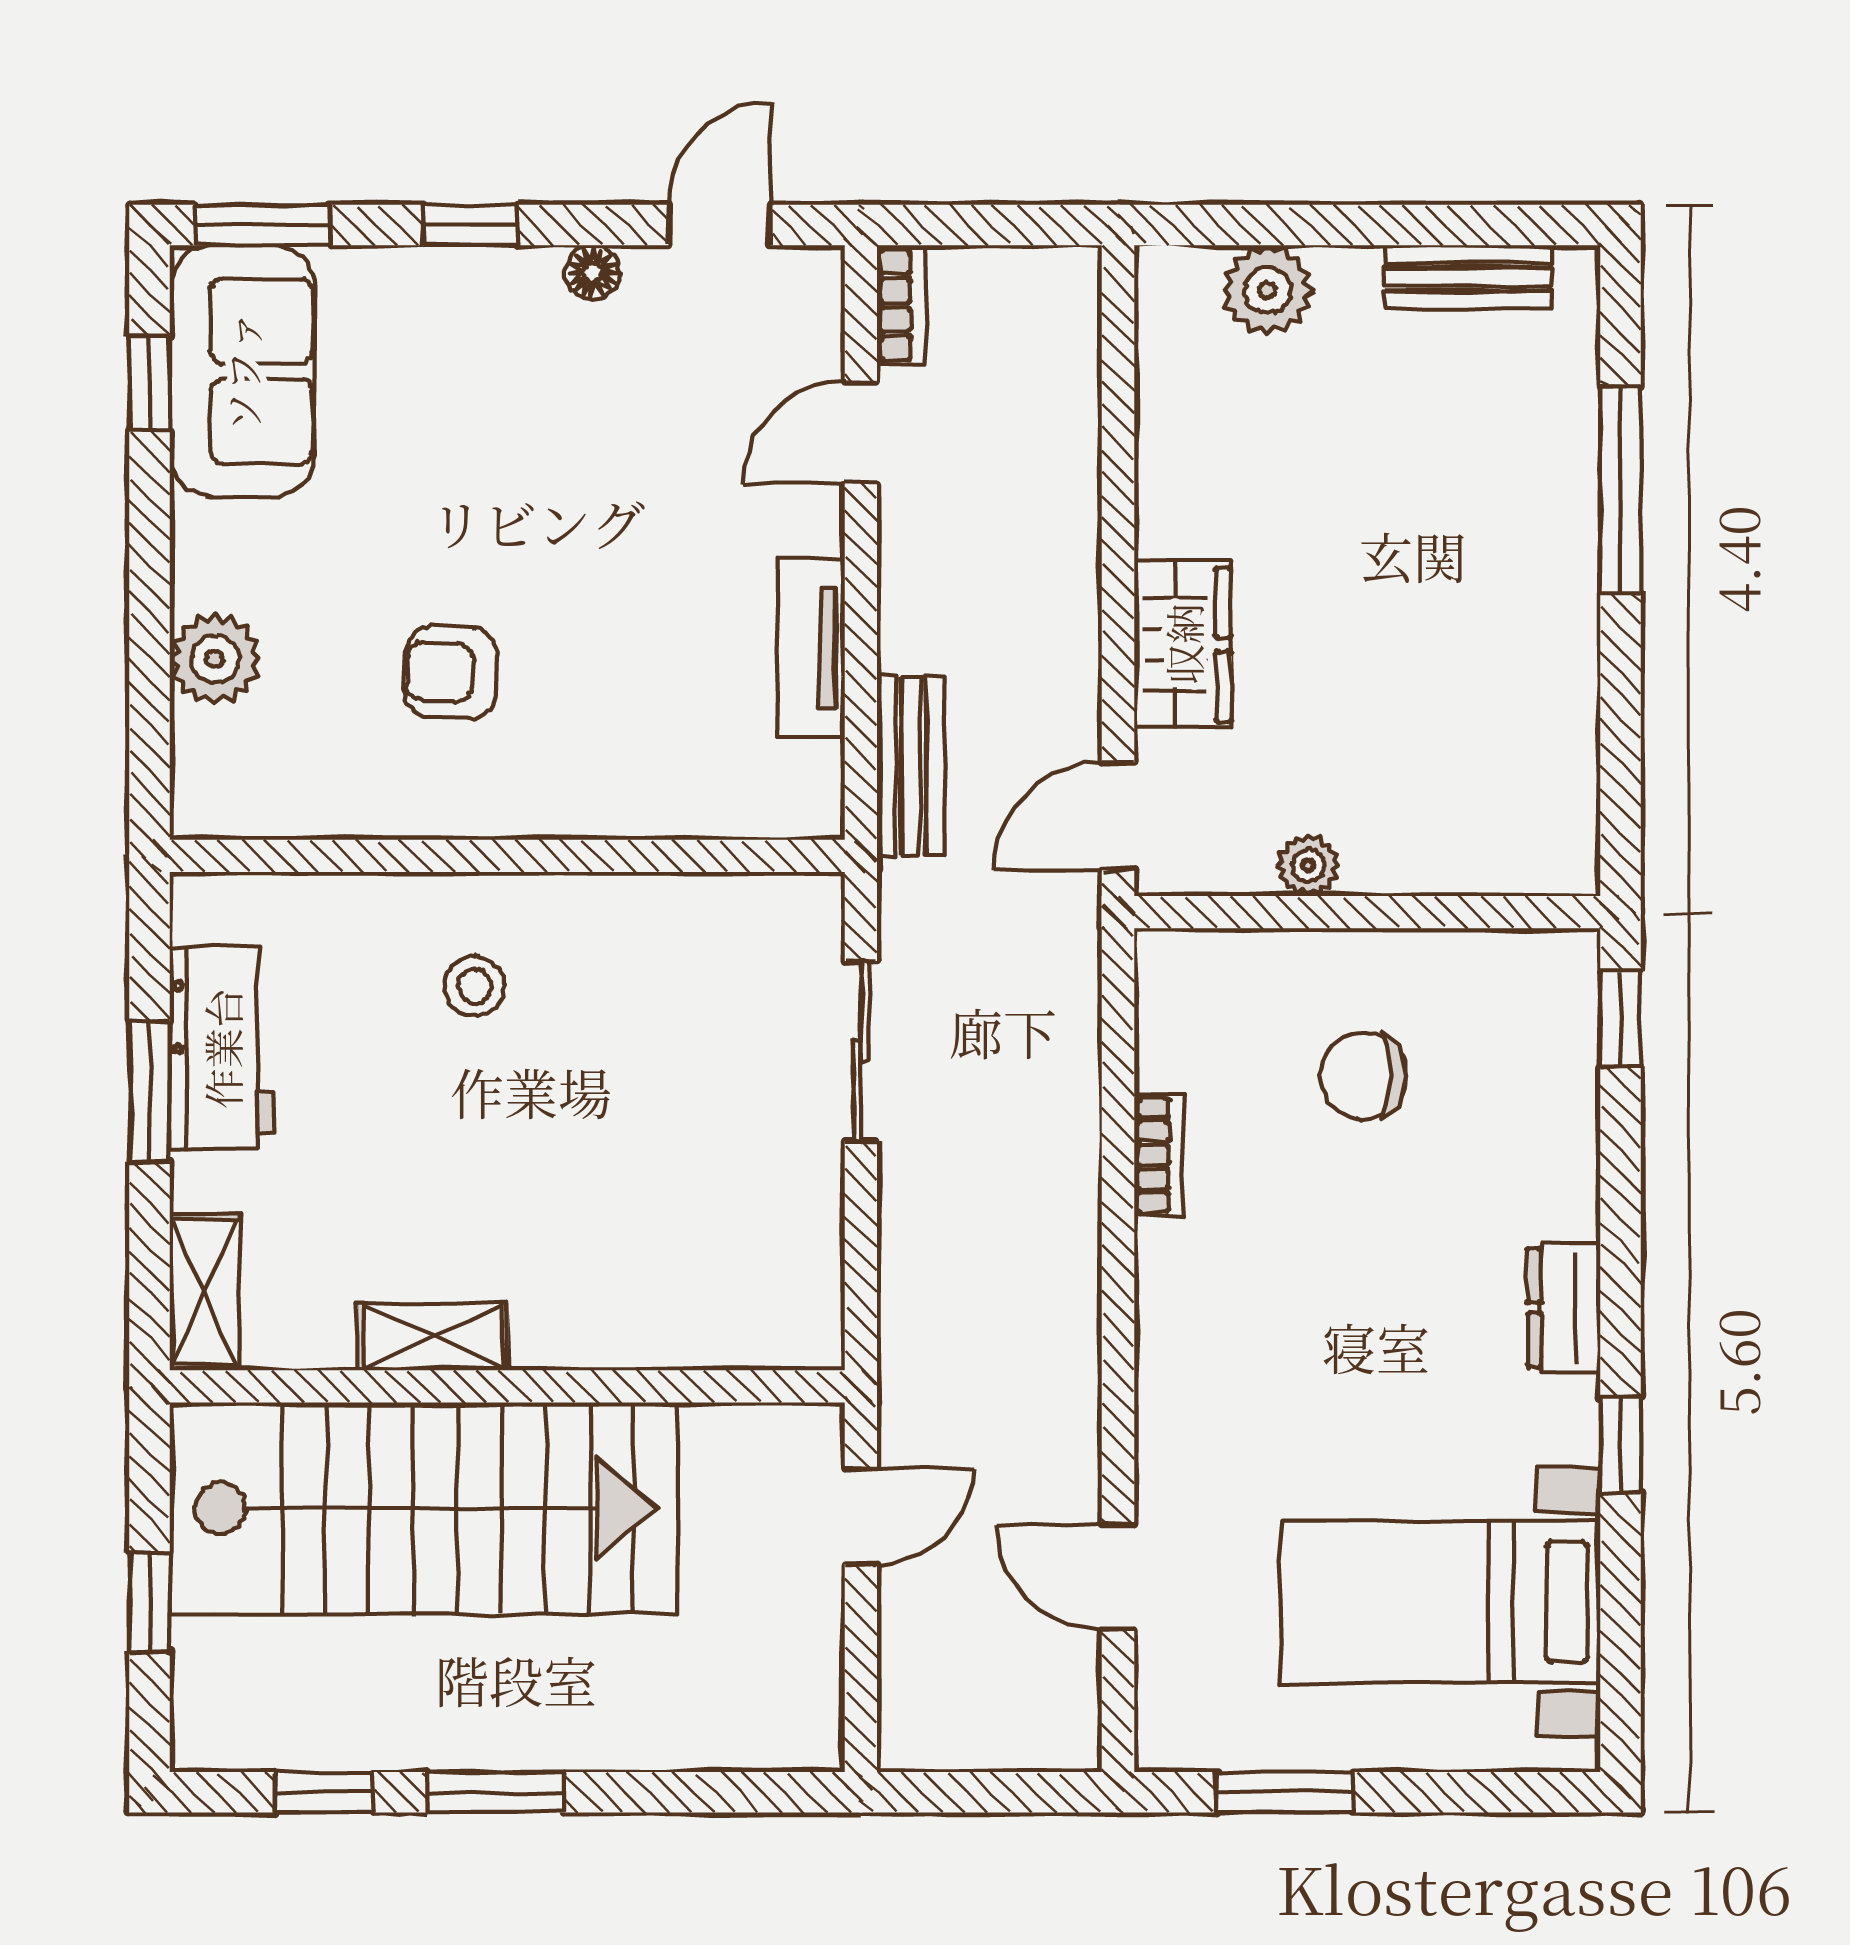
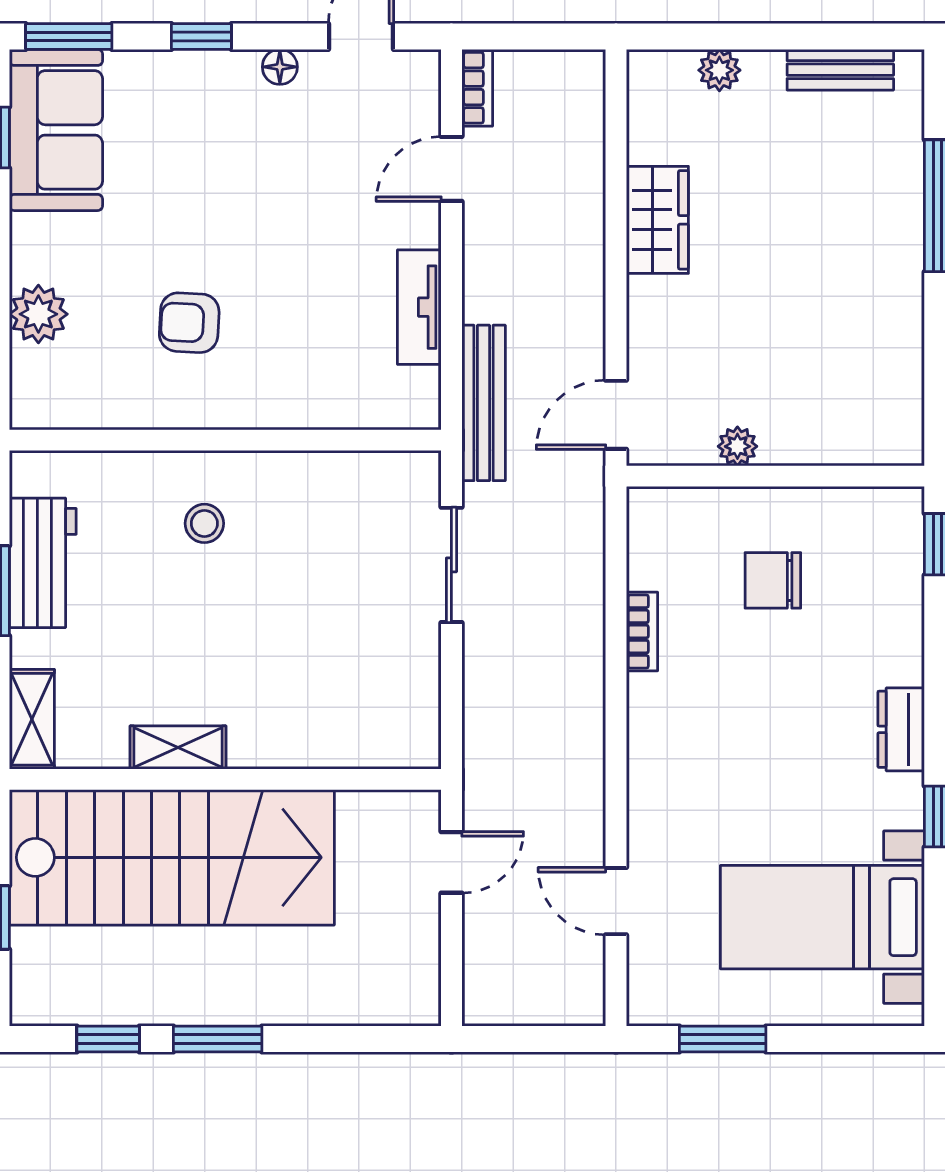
plant: (1268, 290) -> (719, 70), width x0.73, depth x0.73
wardrobe: (1183, 644) -> (657, 220), moved
bench: (911, 765) -> (484, 403), width x1.36

